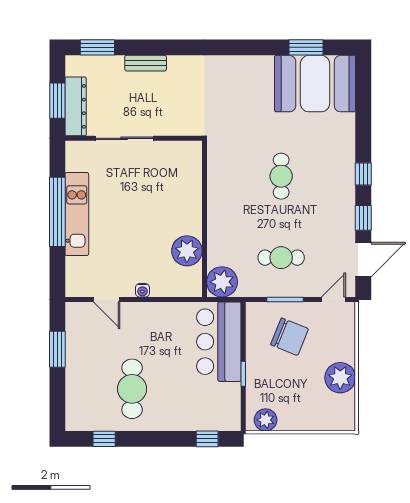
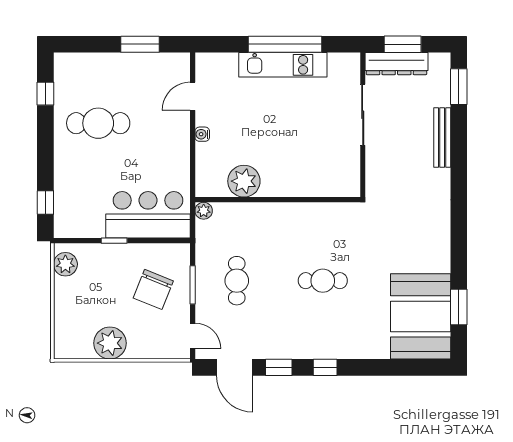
bench: (146, 63) -> (442, 138), width x1.36
plant: (222, 282) -> (204, 211), width x0.53, depth x0.53

